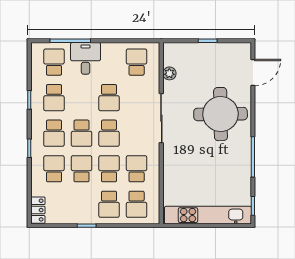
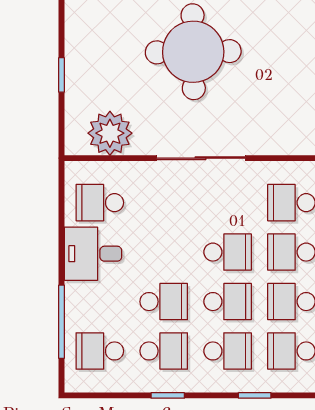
desk: (86, 58) -> (93, 254), moved
plant: (169, 73) -> (110, 133), width x1.87, depth x1.87
school desk: (109, 98) -> (164, 302), moved

